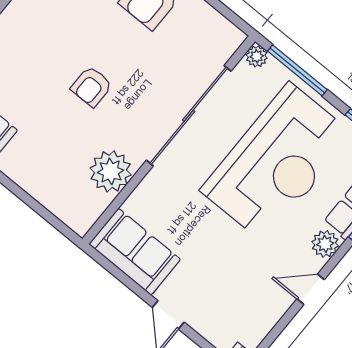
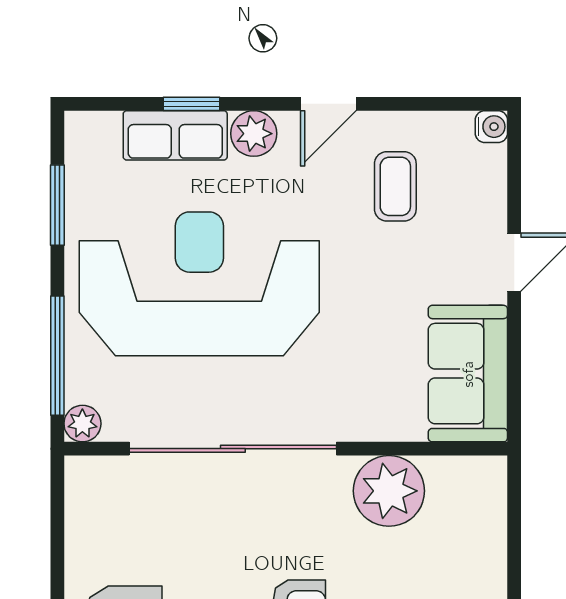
coffee table: (248, 289) -> (395, 186), added
door: (311, 289) -> (328, 104), hinge flipped

